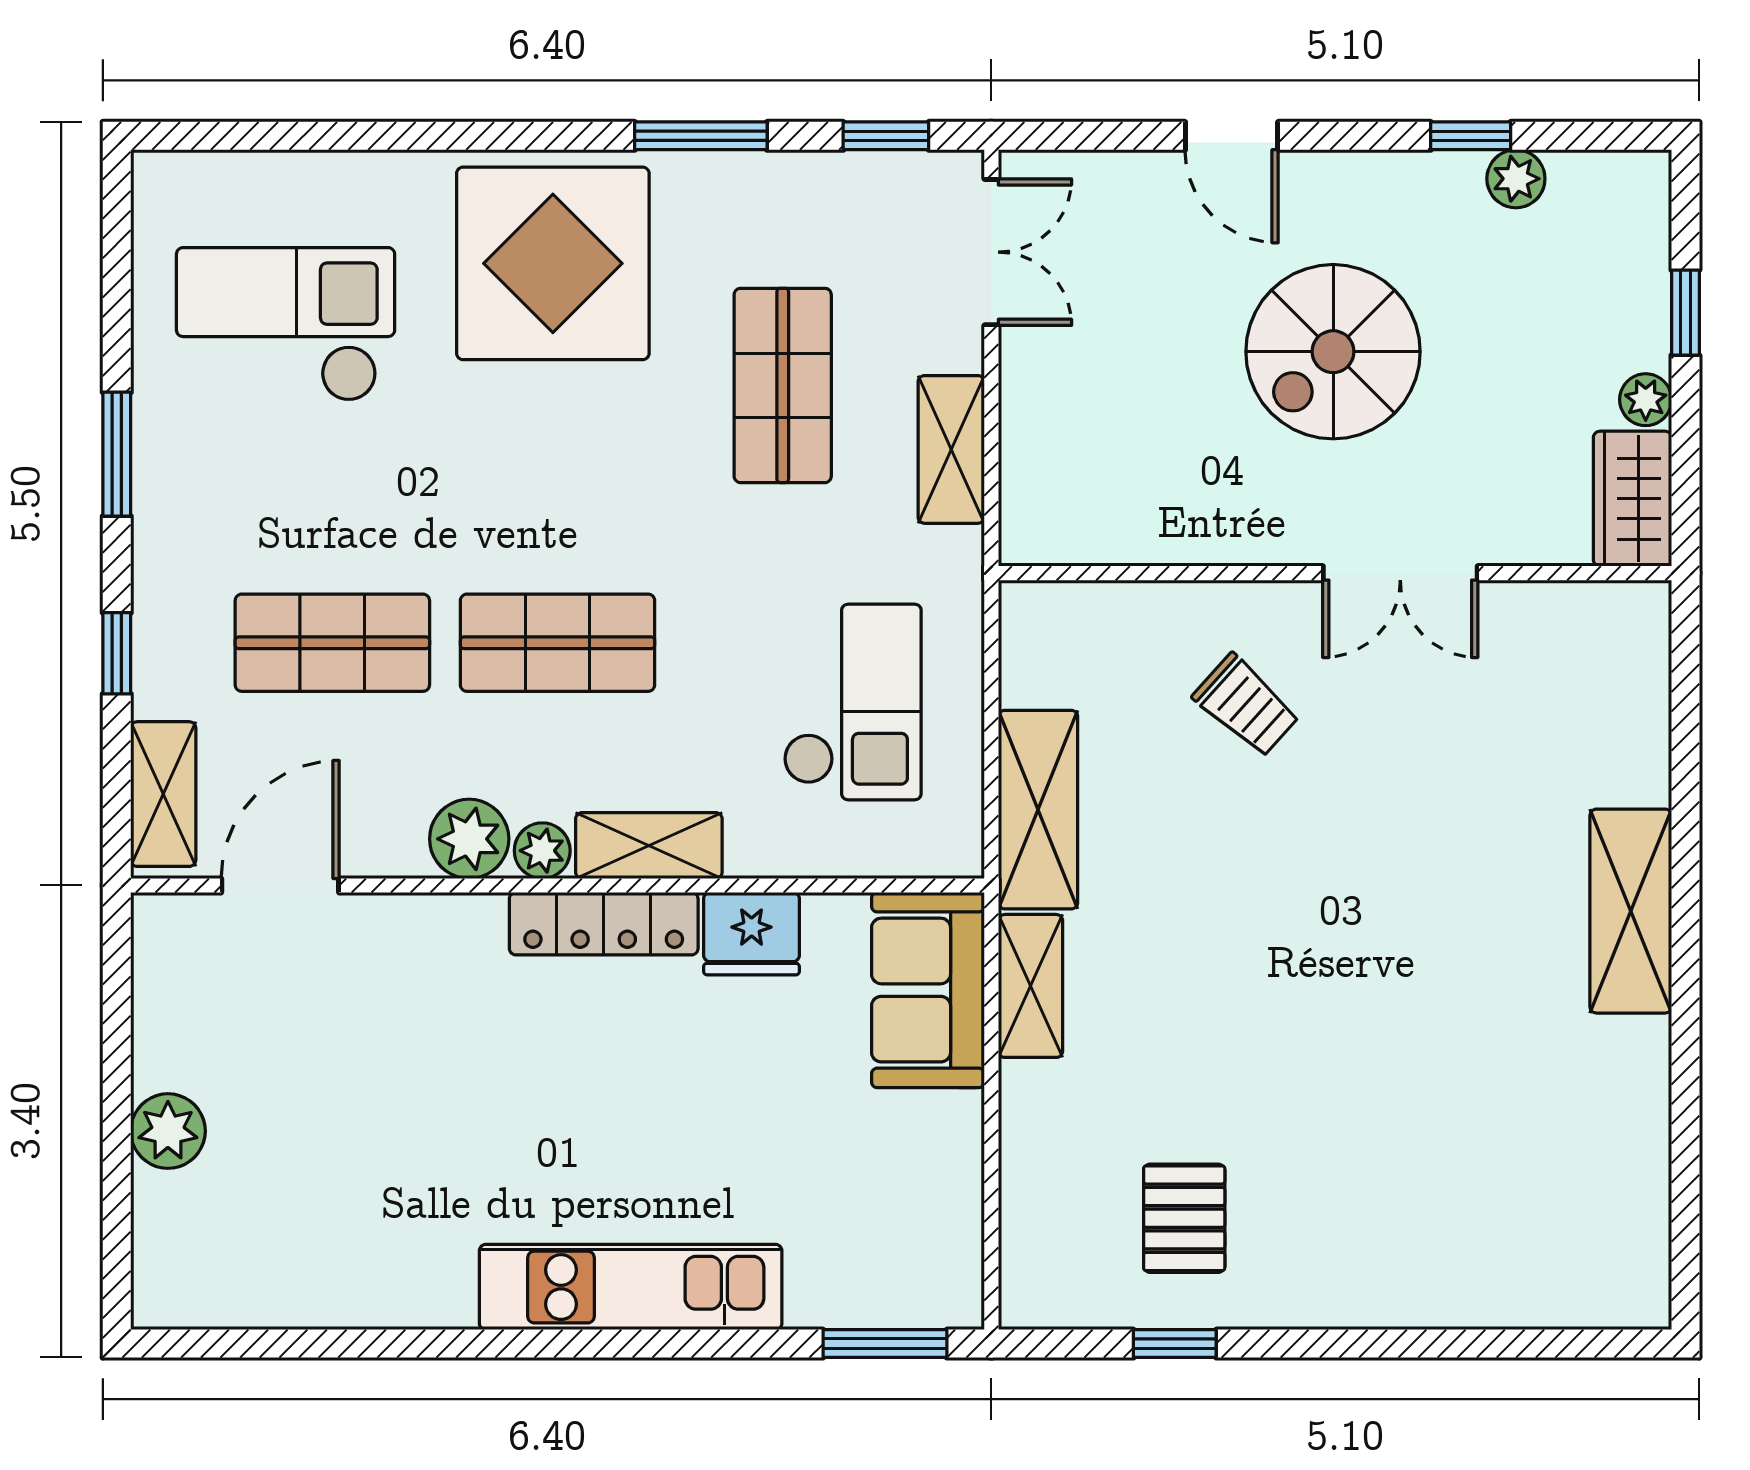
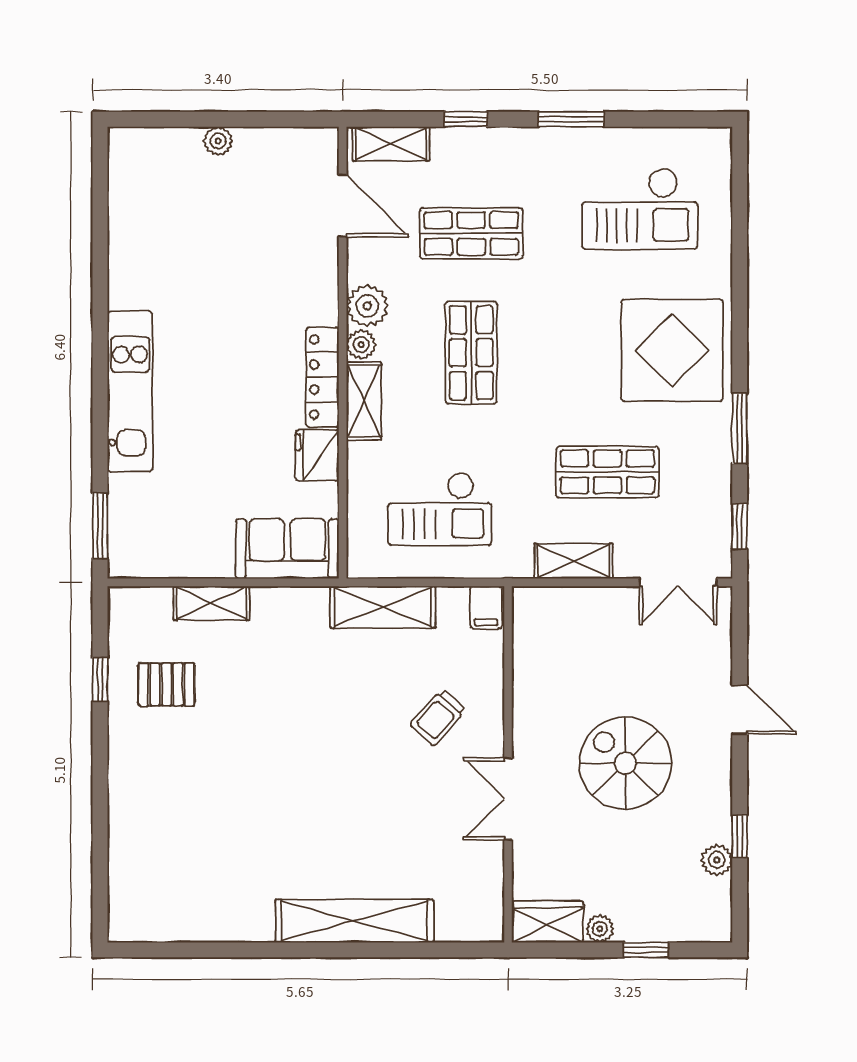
door: (1232, 136) -> (740, 710), swing flipped
checkout: (286, 324) -> (640, 209), turned 90
filing cabinet: (1039, 615) -> (486, 607), added
shop shelf: (332, 643) -> (471, 233), turned 90
shelving: (1631, 911) -> (354, 921), width x1.47
shelving: (1030, 986) -> (211, 603), moved
plant: (168, 1131) -> (218, 141), width x0.73, depth x0.73

